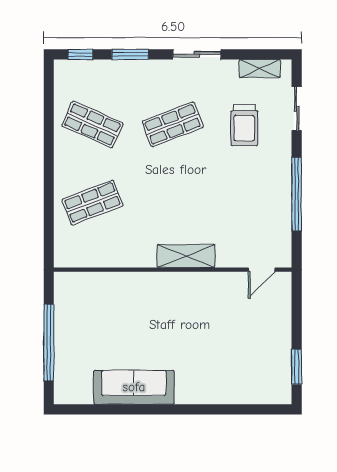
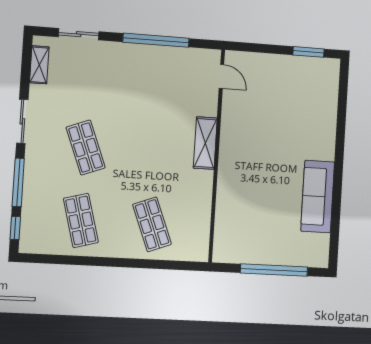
window: (130, 54) -> (18, 182), width x1.44
shop shelf: (92, 124) -> (81, 220), turned -39
trolley: (244, 125) -> (91, 83), removed

